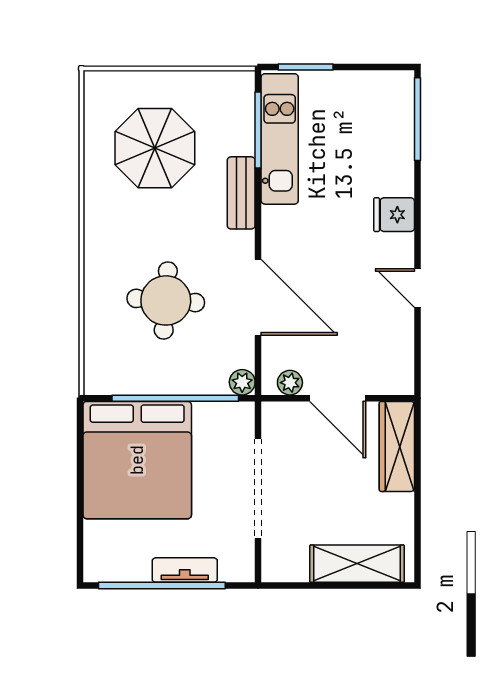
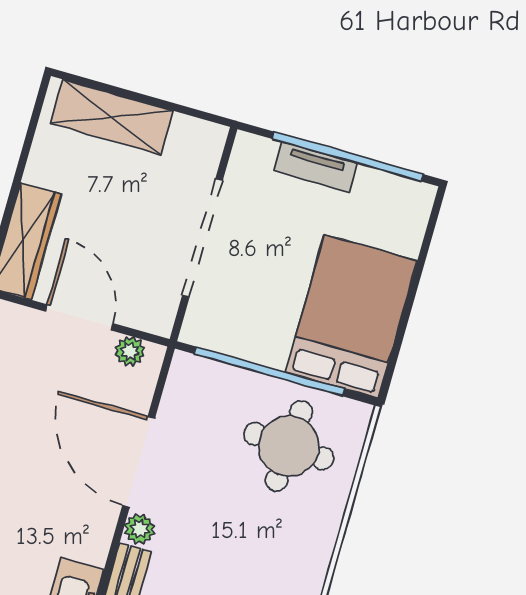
round table: (166, 300) -> (289, 446), moved
plant: (242, 382) -> (140, 529), moved
bed: (137, 460) -> (351, 316), width x0.73

